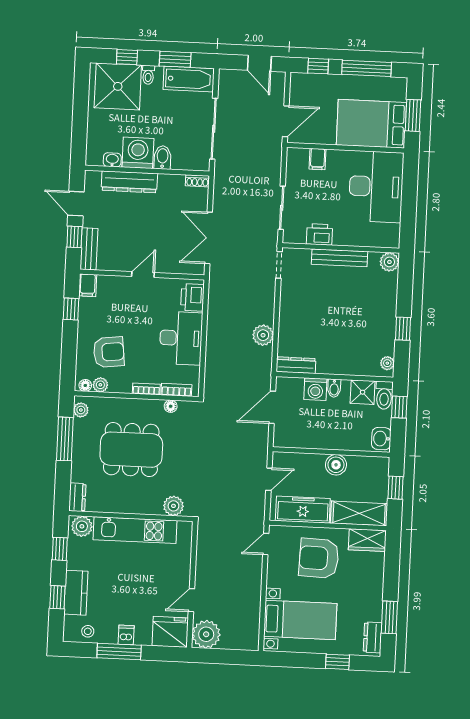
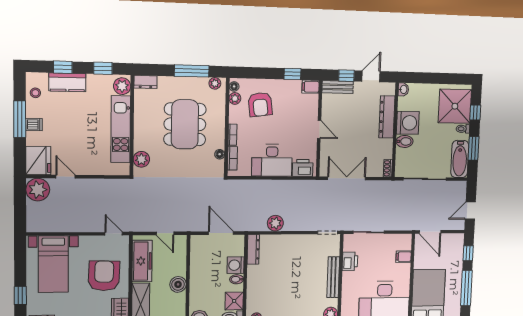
washbasin: (112, 160) -> (403, 89), moved

